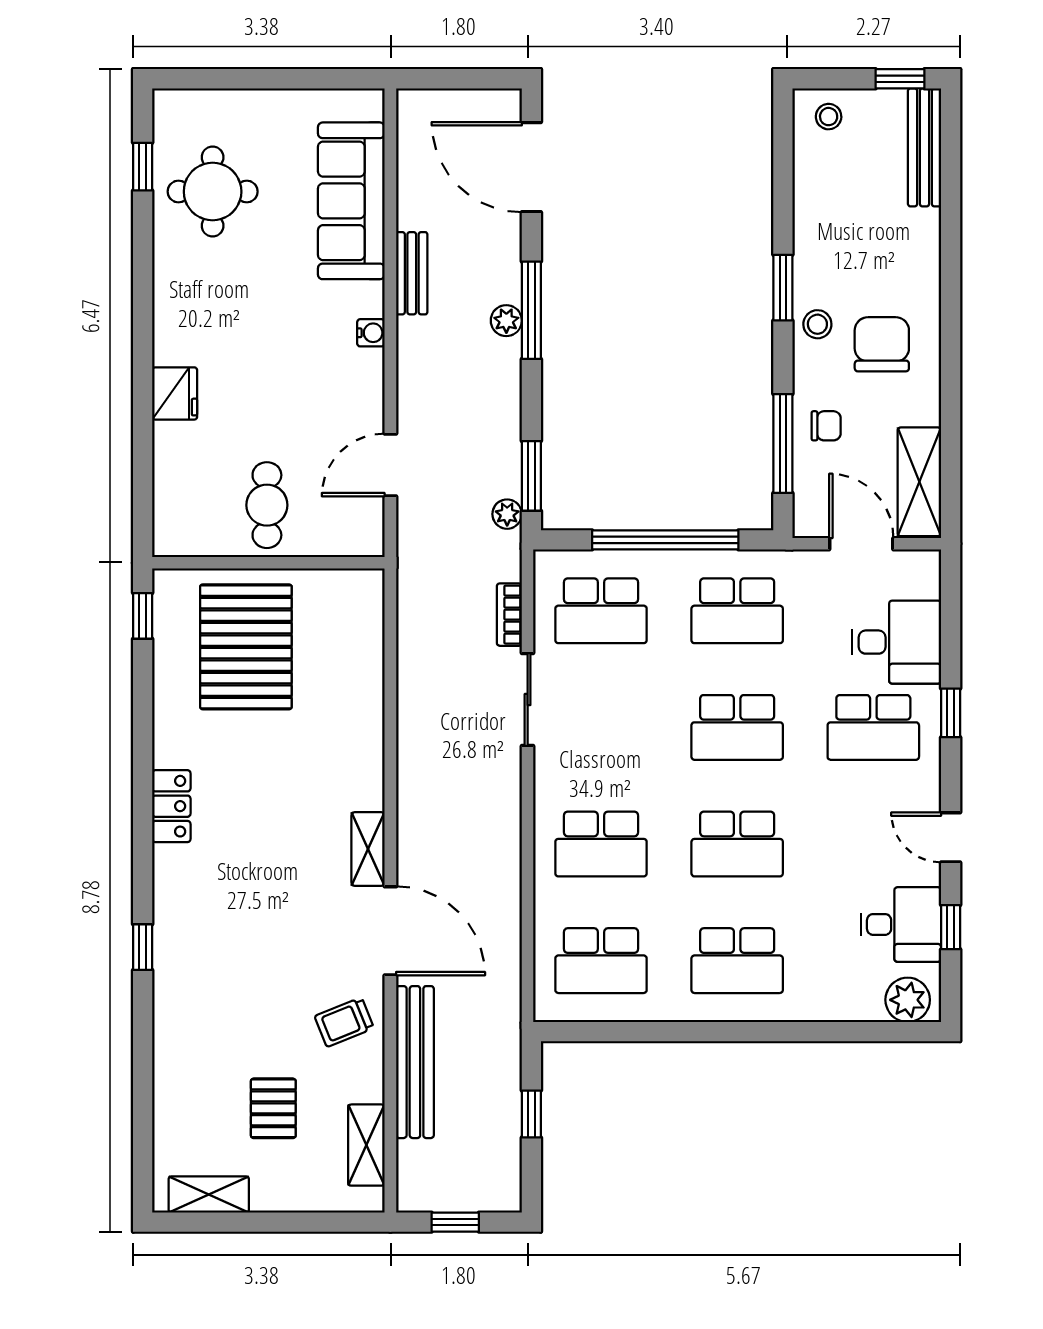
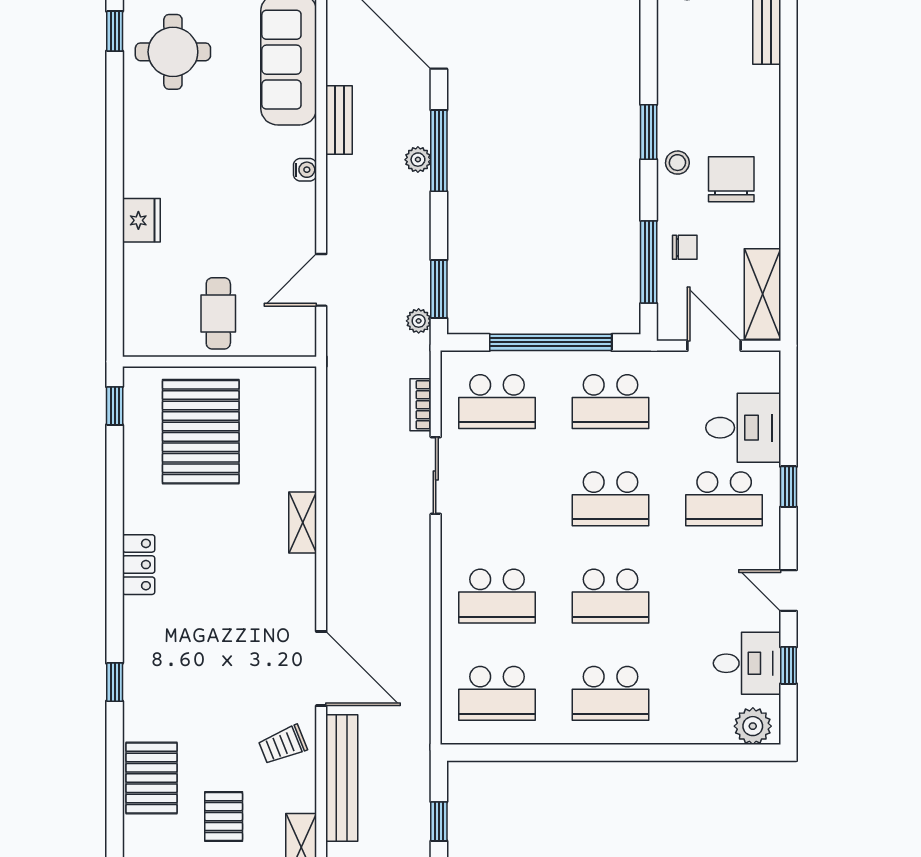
shelving: (368, 849) -> (303, 522), moved
pallet: (187, 1062) -> (152, 778), added

